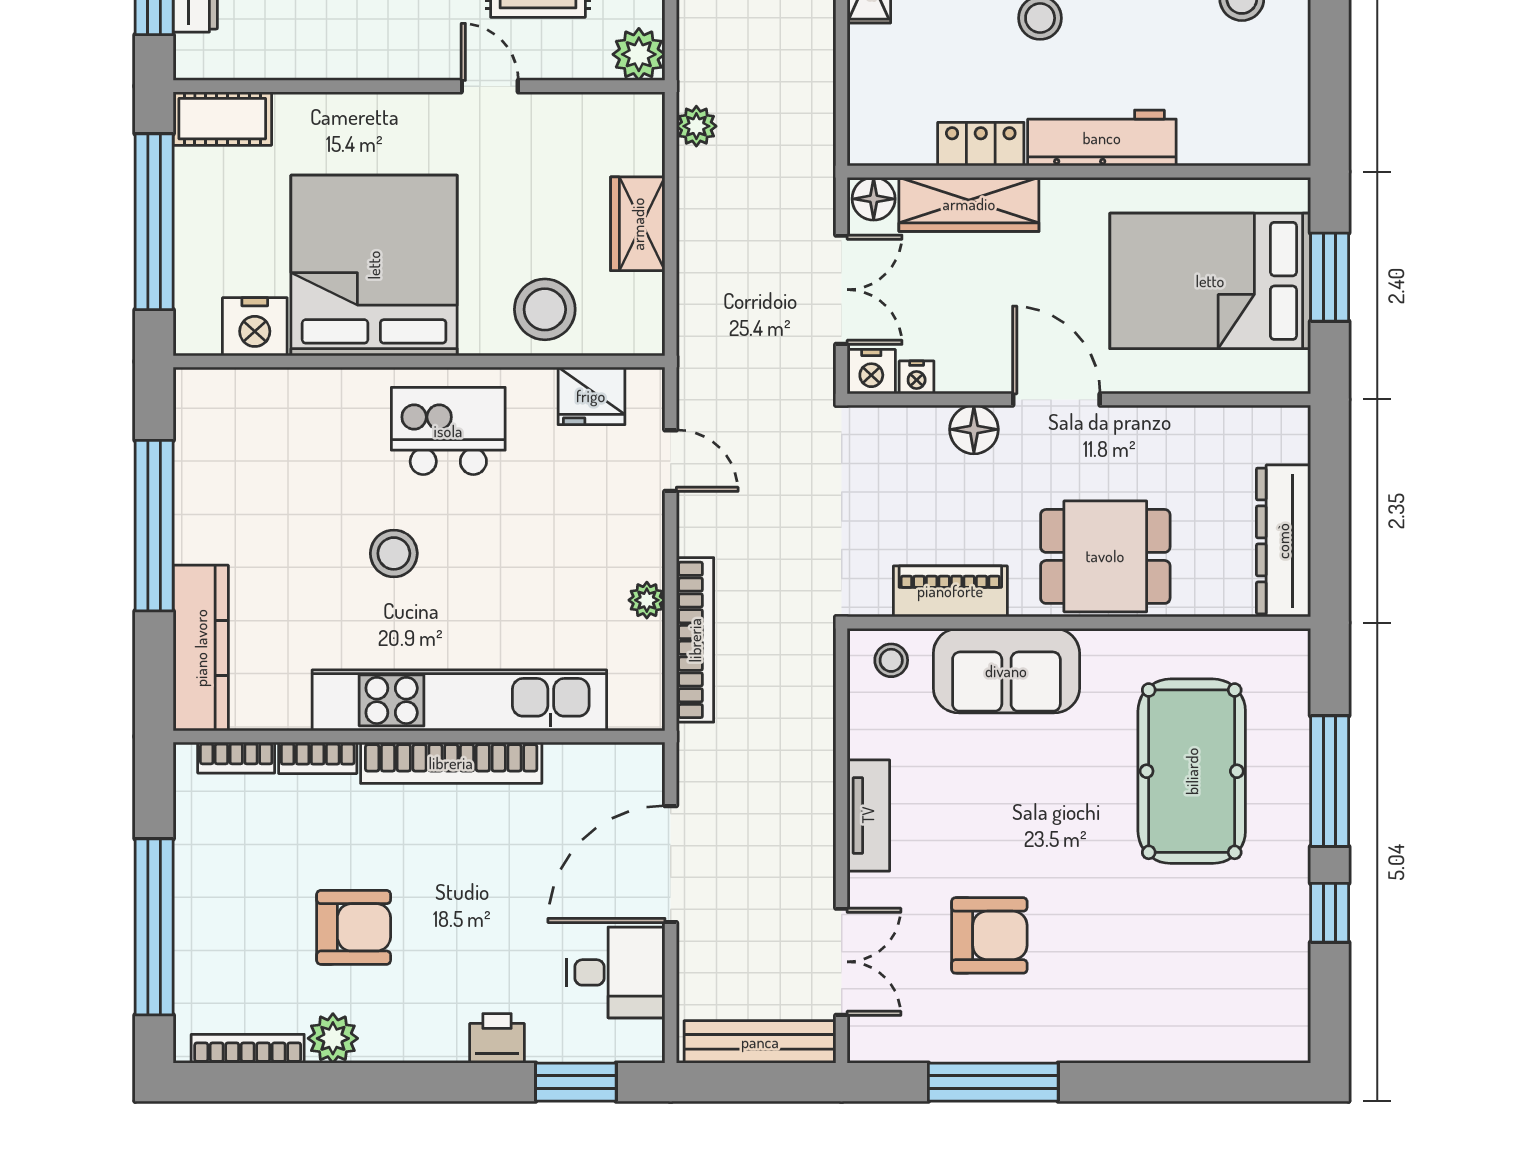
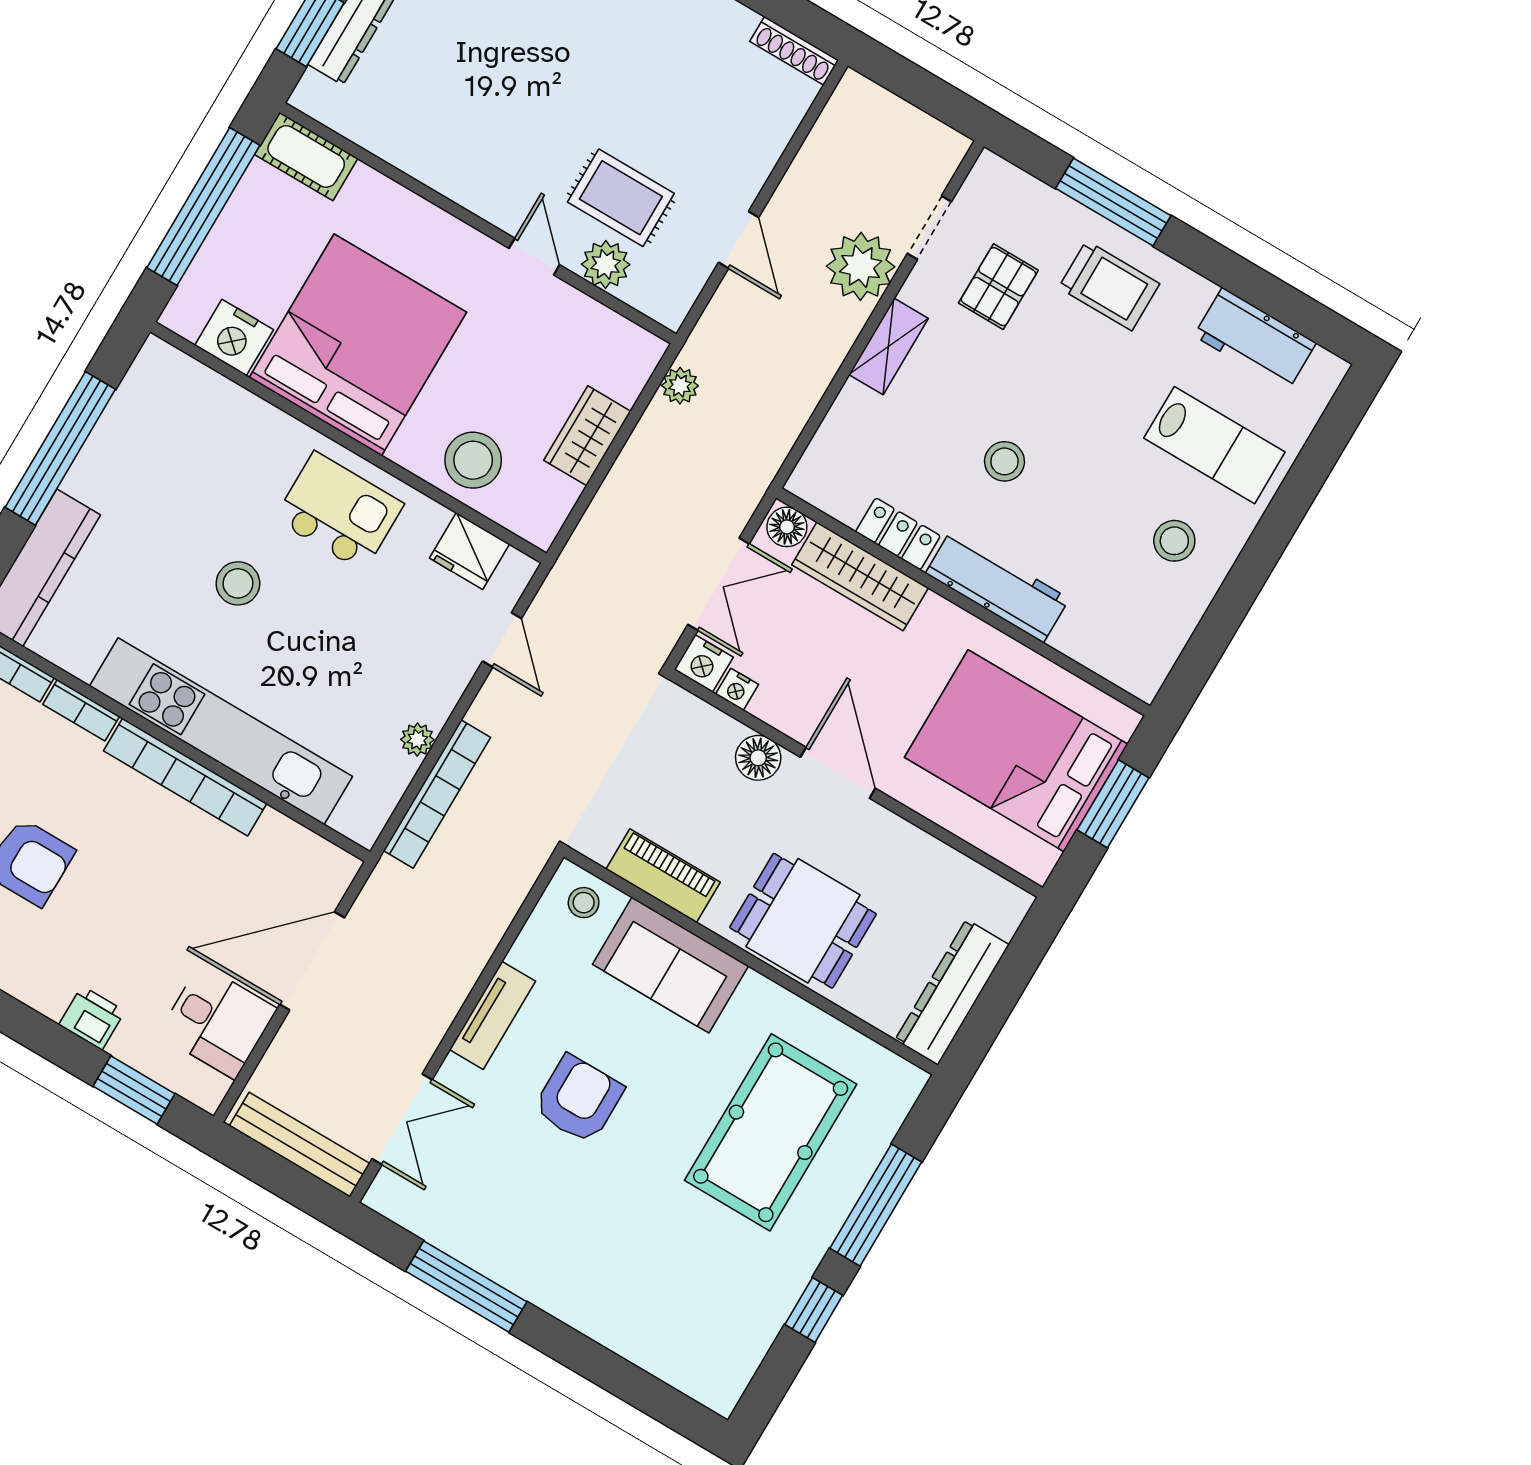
plant: (639, 54) -> (606, 264), moved
armchair: (989, 935) -> (579, 1099), moved, turned -90

